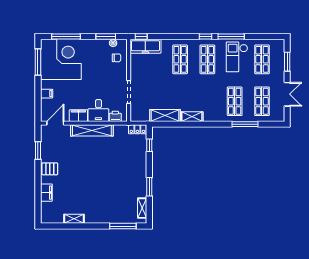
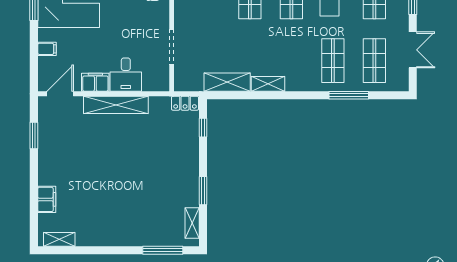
printer: (115, 116) -> (151, 83), removed
pallet: (50, 169) -> (52, 163), removed
shelving: (74, 219) -> (59, 239), moved

